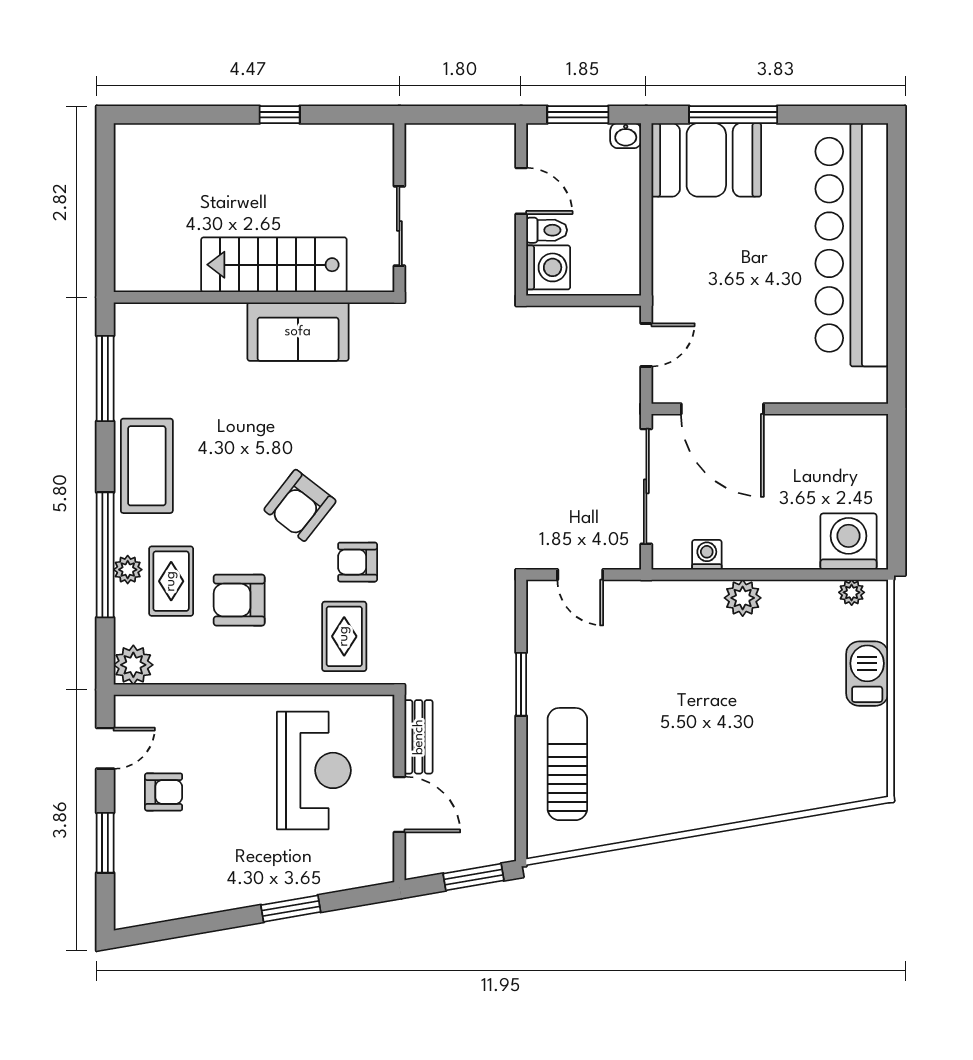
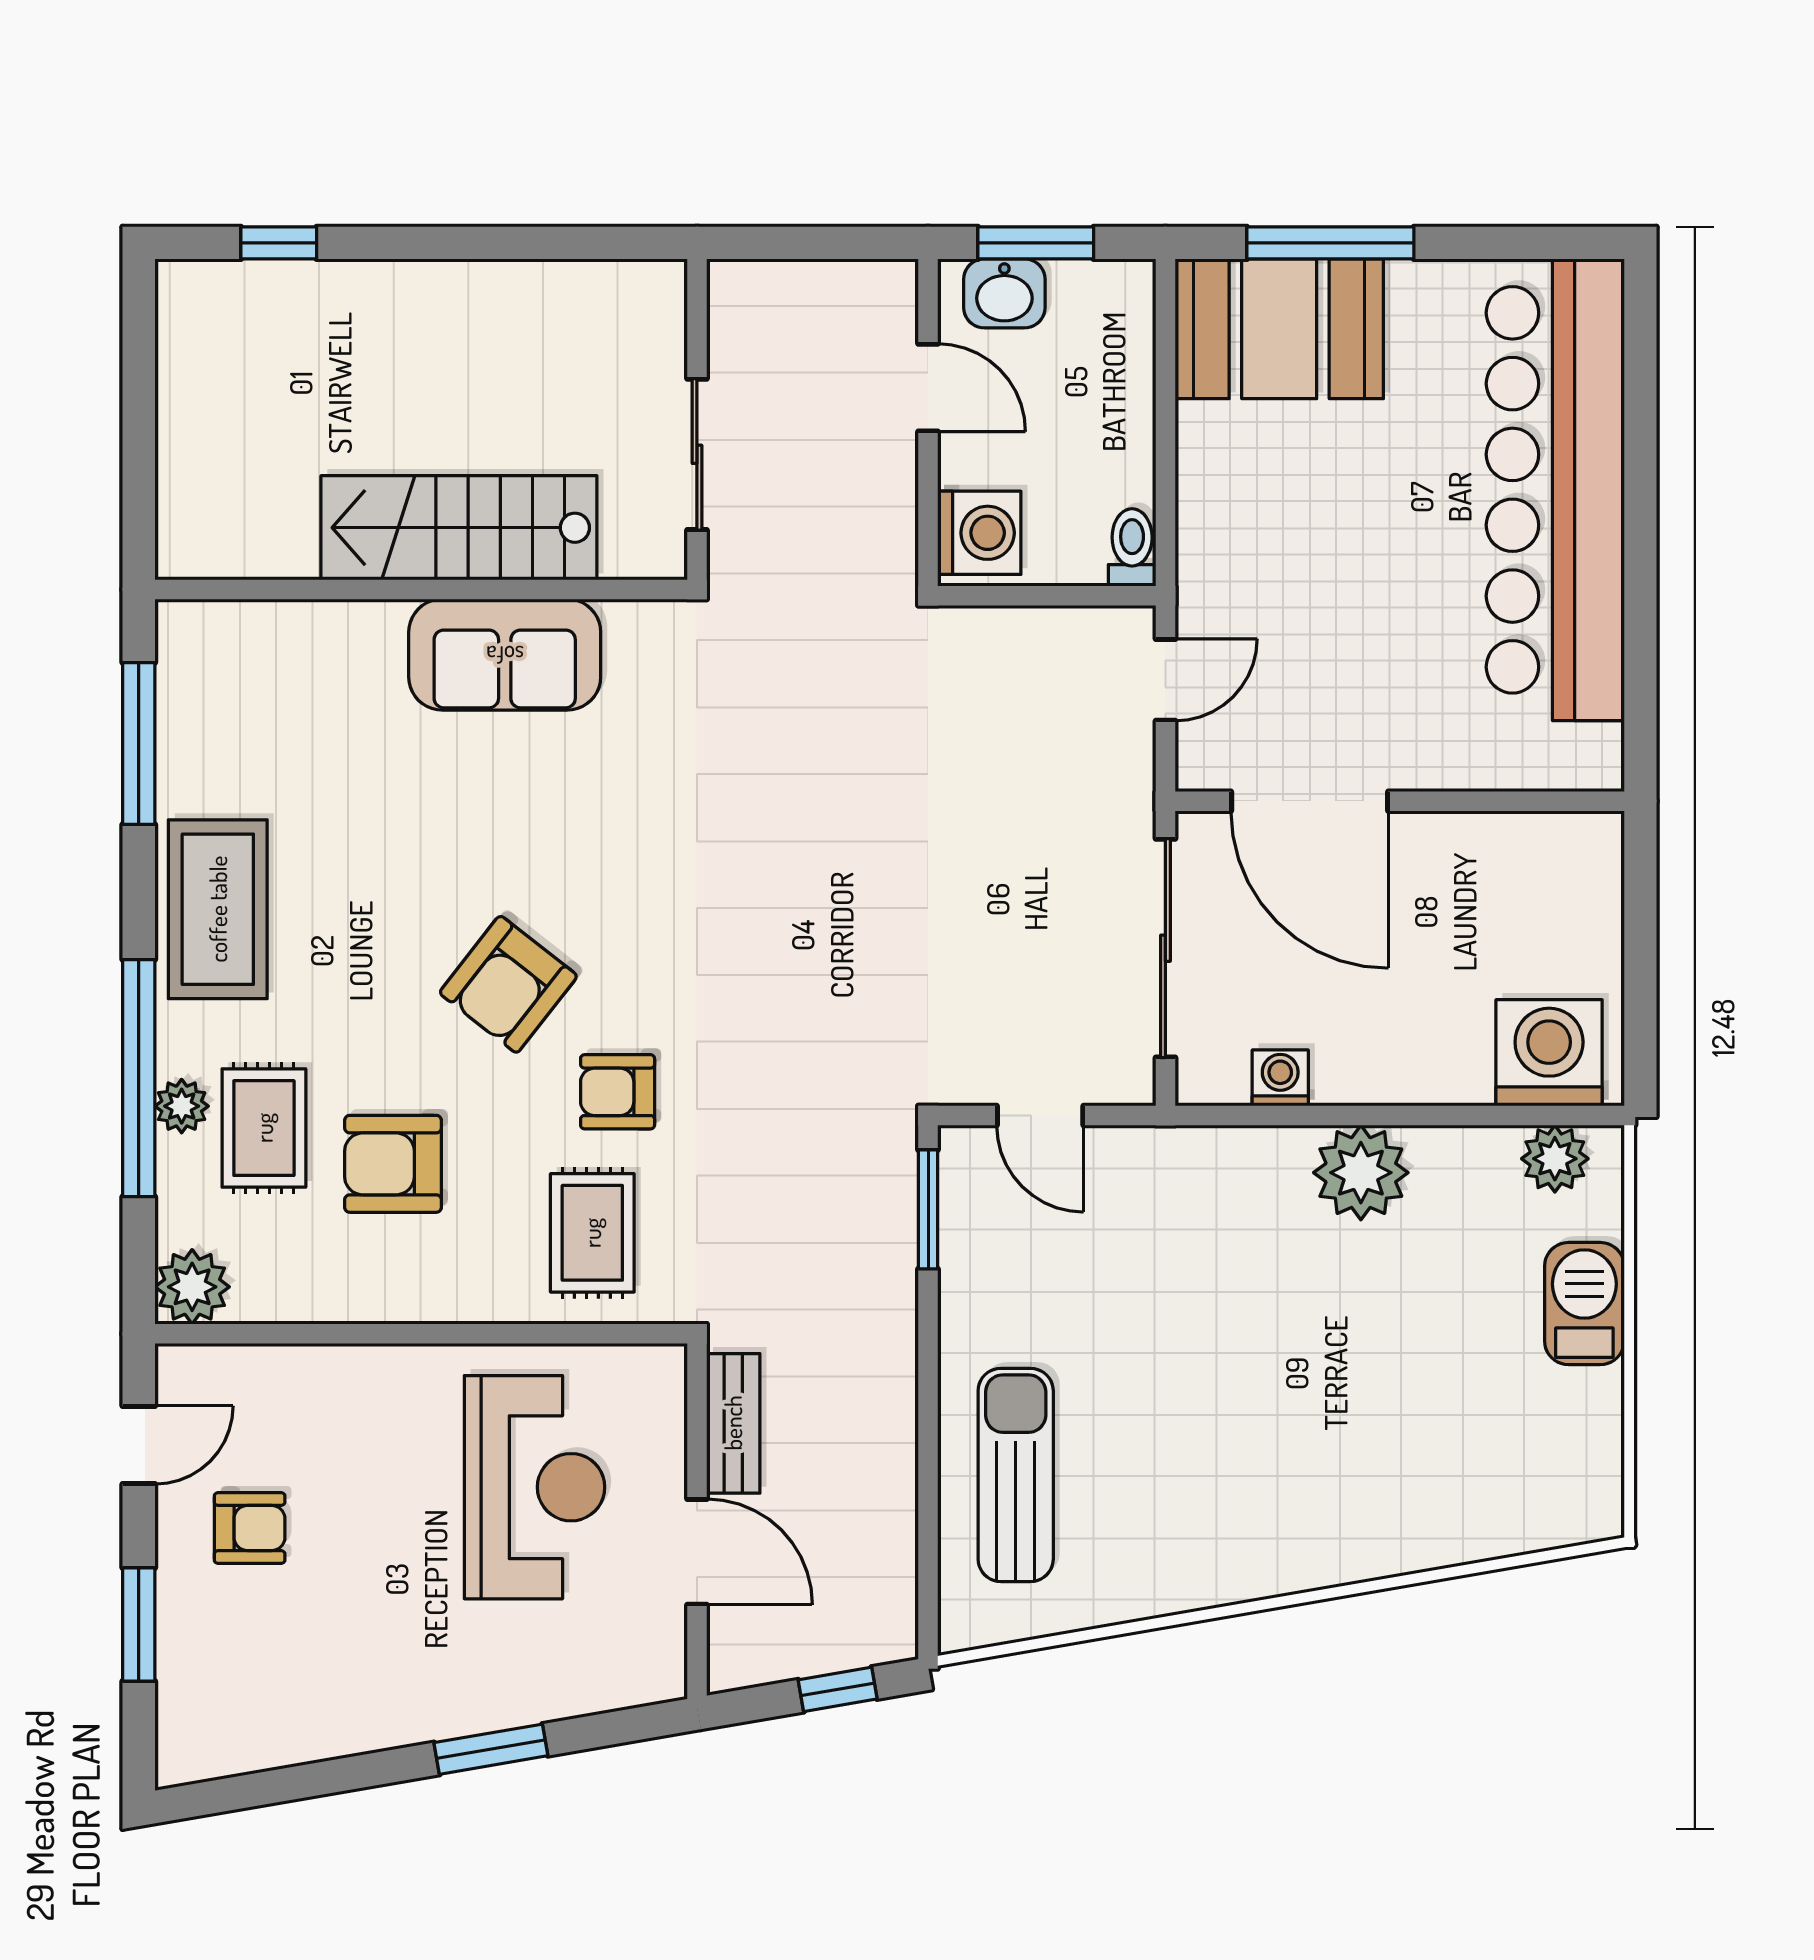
window: (280, 115) -> (279, 243), moved
washbasin: (626, 136) -> (1004, 293), moved, width x1.38, depth x1.45
toilet: (547, 230) -> (1132, 547), moved, turned -90
plant: (852, 592) -> (1555, 1159), width x1.38, depth x1.38
plant: (743, 598) -> (1361, 1173), width x1.36, depth x1.36
window: (521, 684) -> (928, 1209), moved
window: (474, 877) -> (838, 1689), width x0.67

